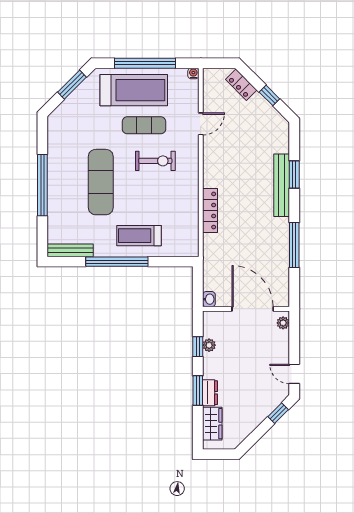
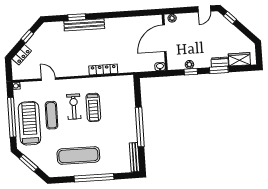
exercise mat: (101, 182) -> (78, 155), moved
treadmill: (139, 236) -> (93, 107), moved
window: (294, 245) -> (122, 14), removed

